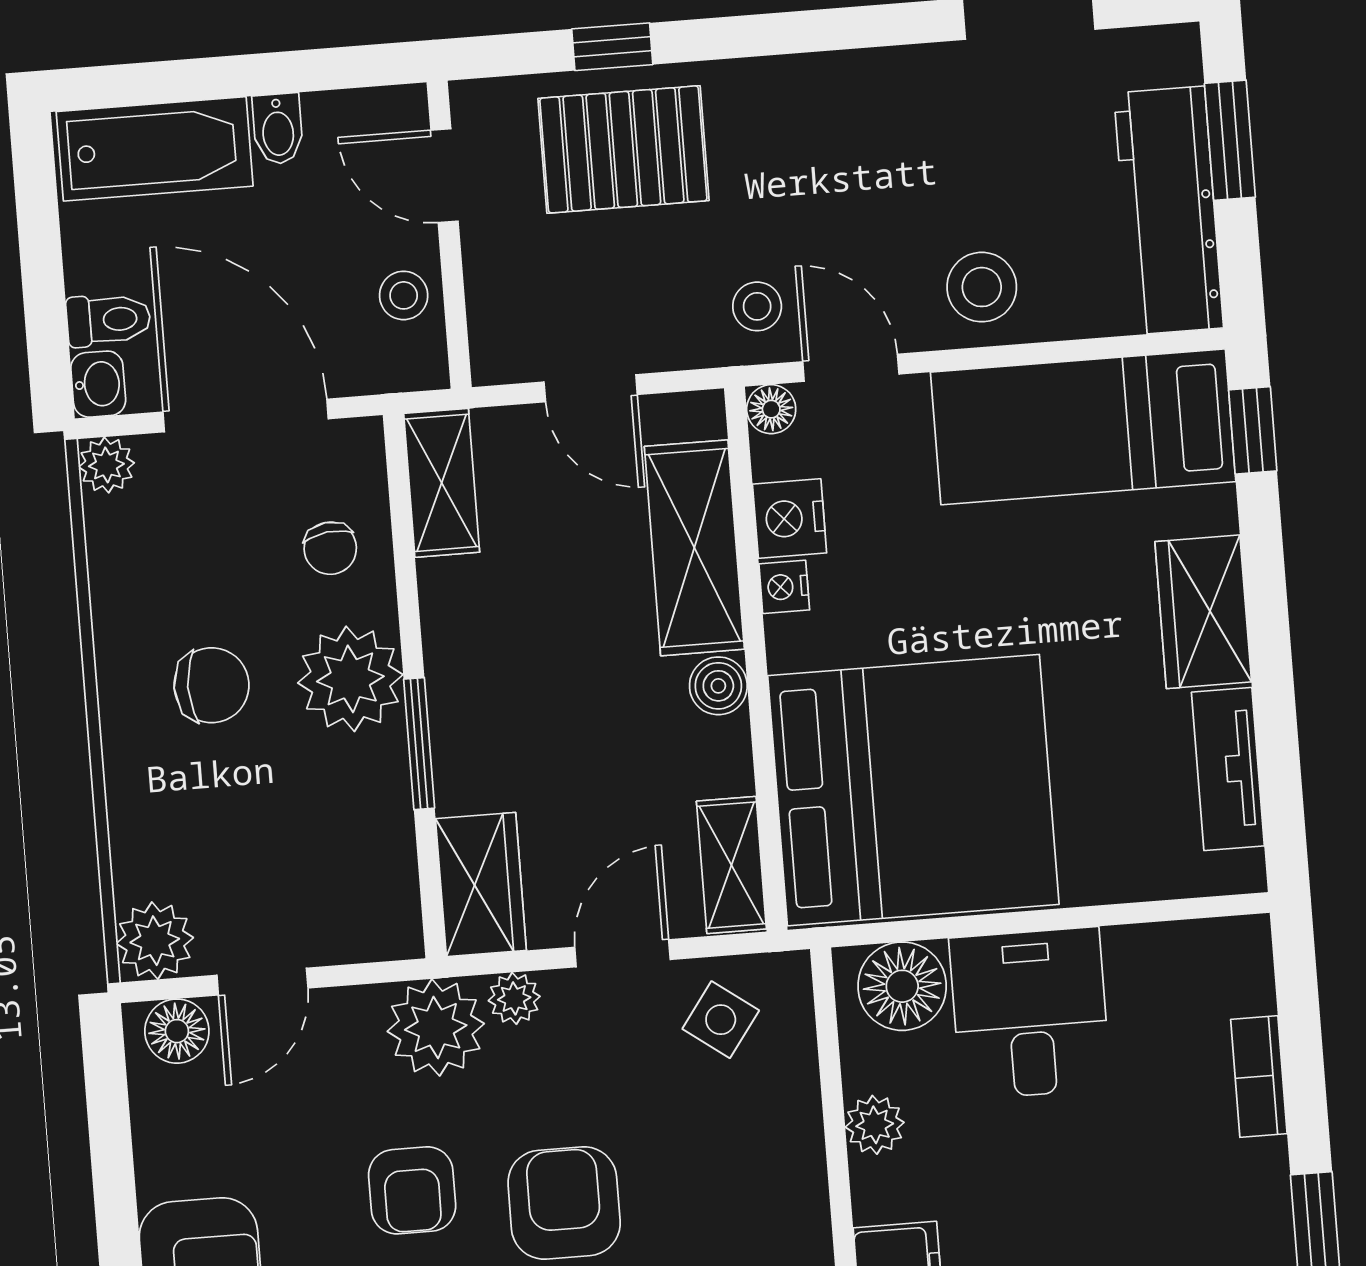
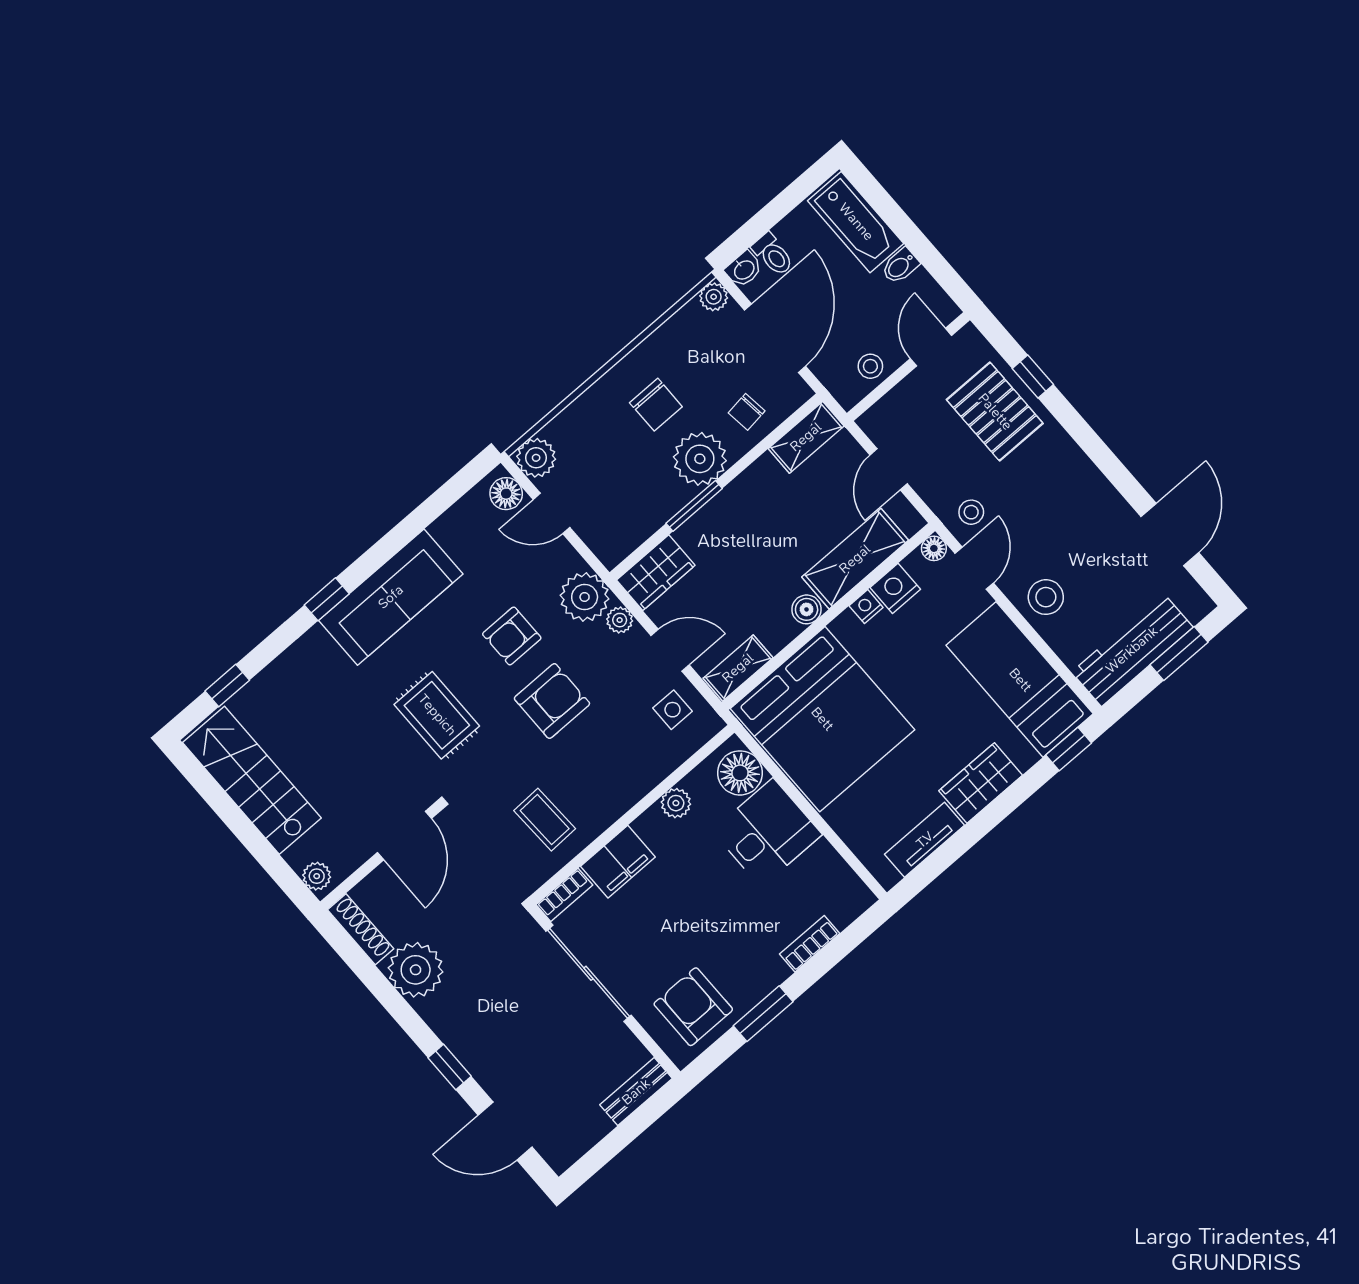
side table: (721, 1020) -> (673, 710), turned -36

